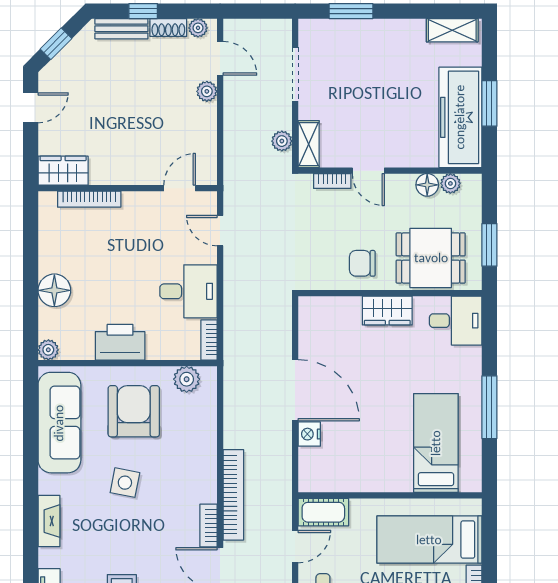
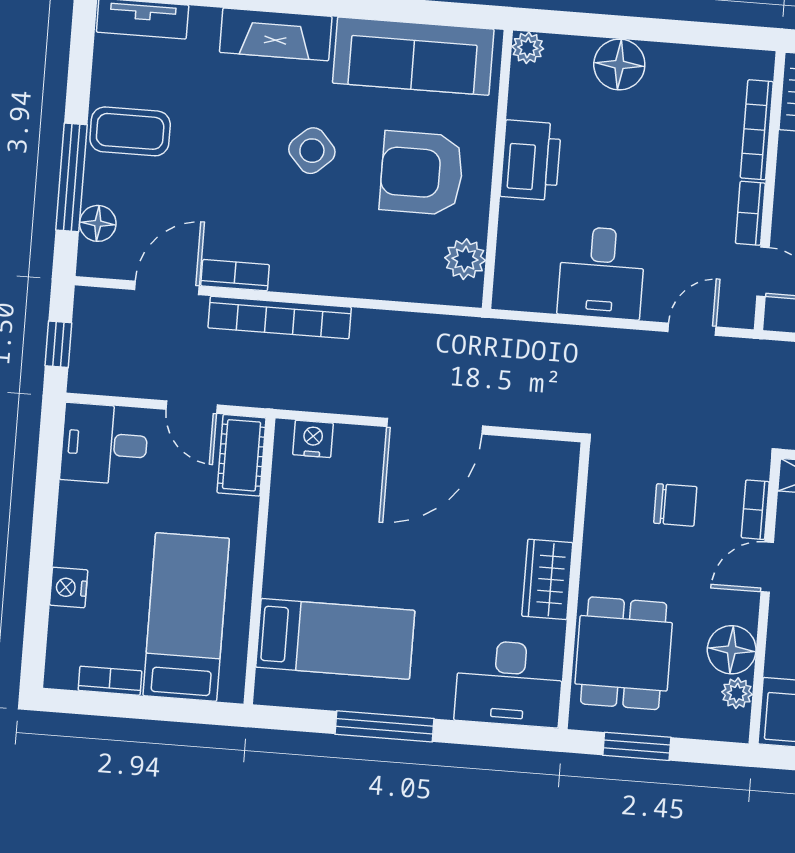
floor lamp: (427, 185) -> (732, 650), width x1.38, depth x1.38
chair: (362, 263) -> (675, 505), moved, turned 90
desk: (456, 321) -> (509, 683), width x1.37
bookcase: (209, 340) -> (750, 213), moved, turned -90
armchair: (134, 411) -> (422, 173), turned 180
nightstand: (309, 434) -> (313, 439), moved
side table: (125, 483) -> (312, 151), turned 37
fireplace: (49, 521) -> (276, 34), width x1.37, depth x1.32

